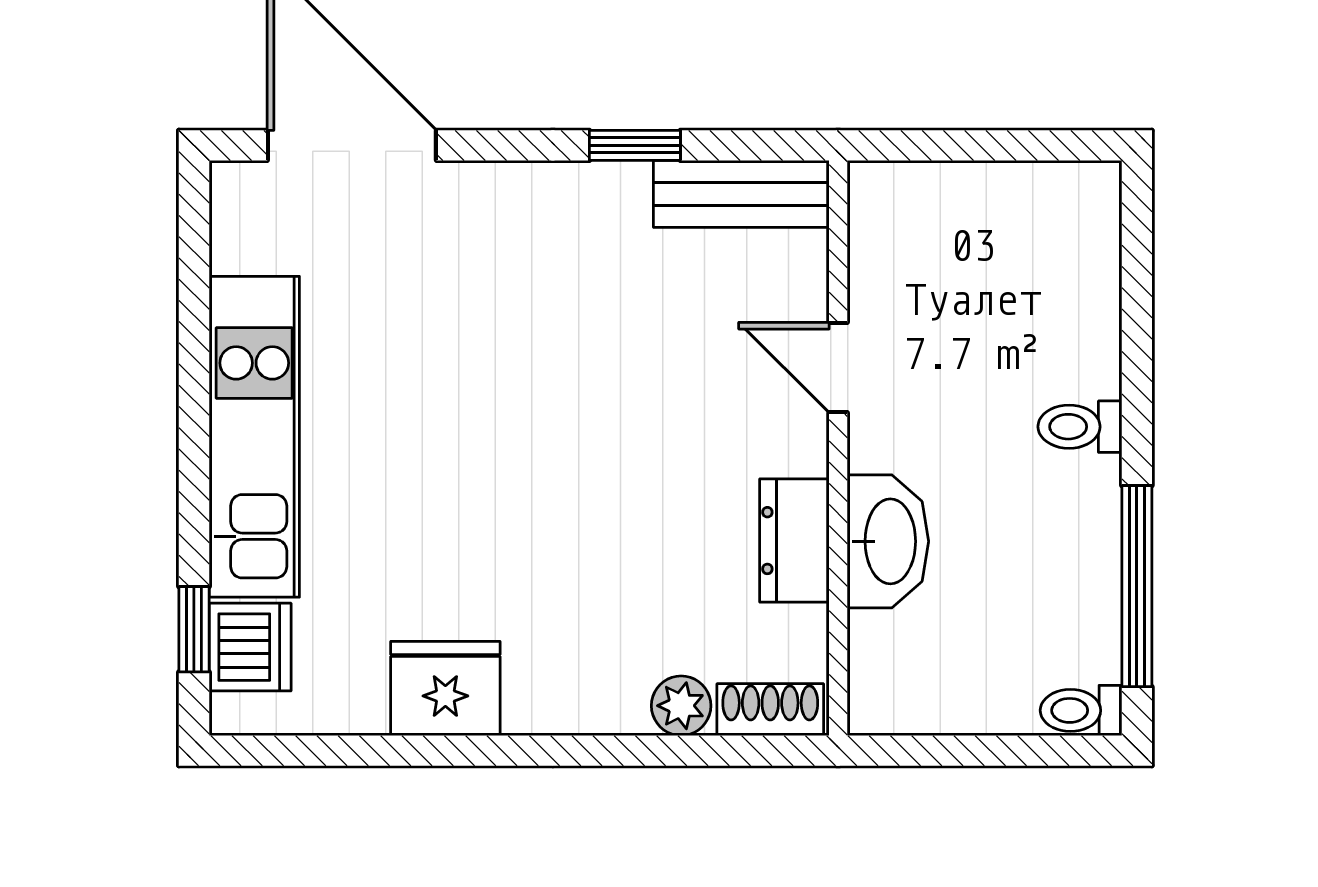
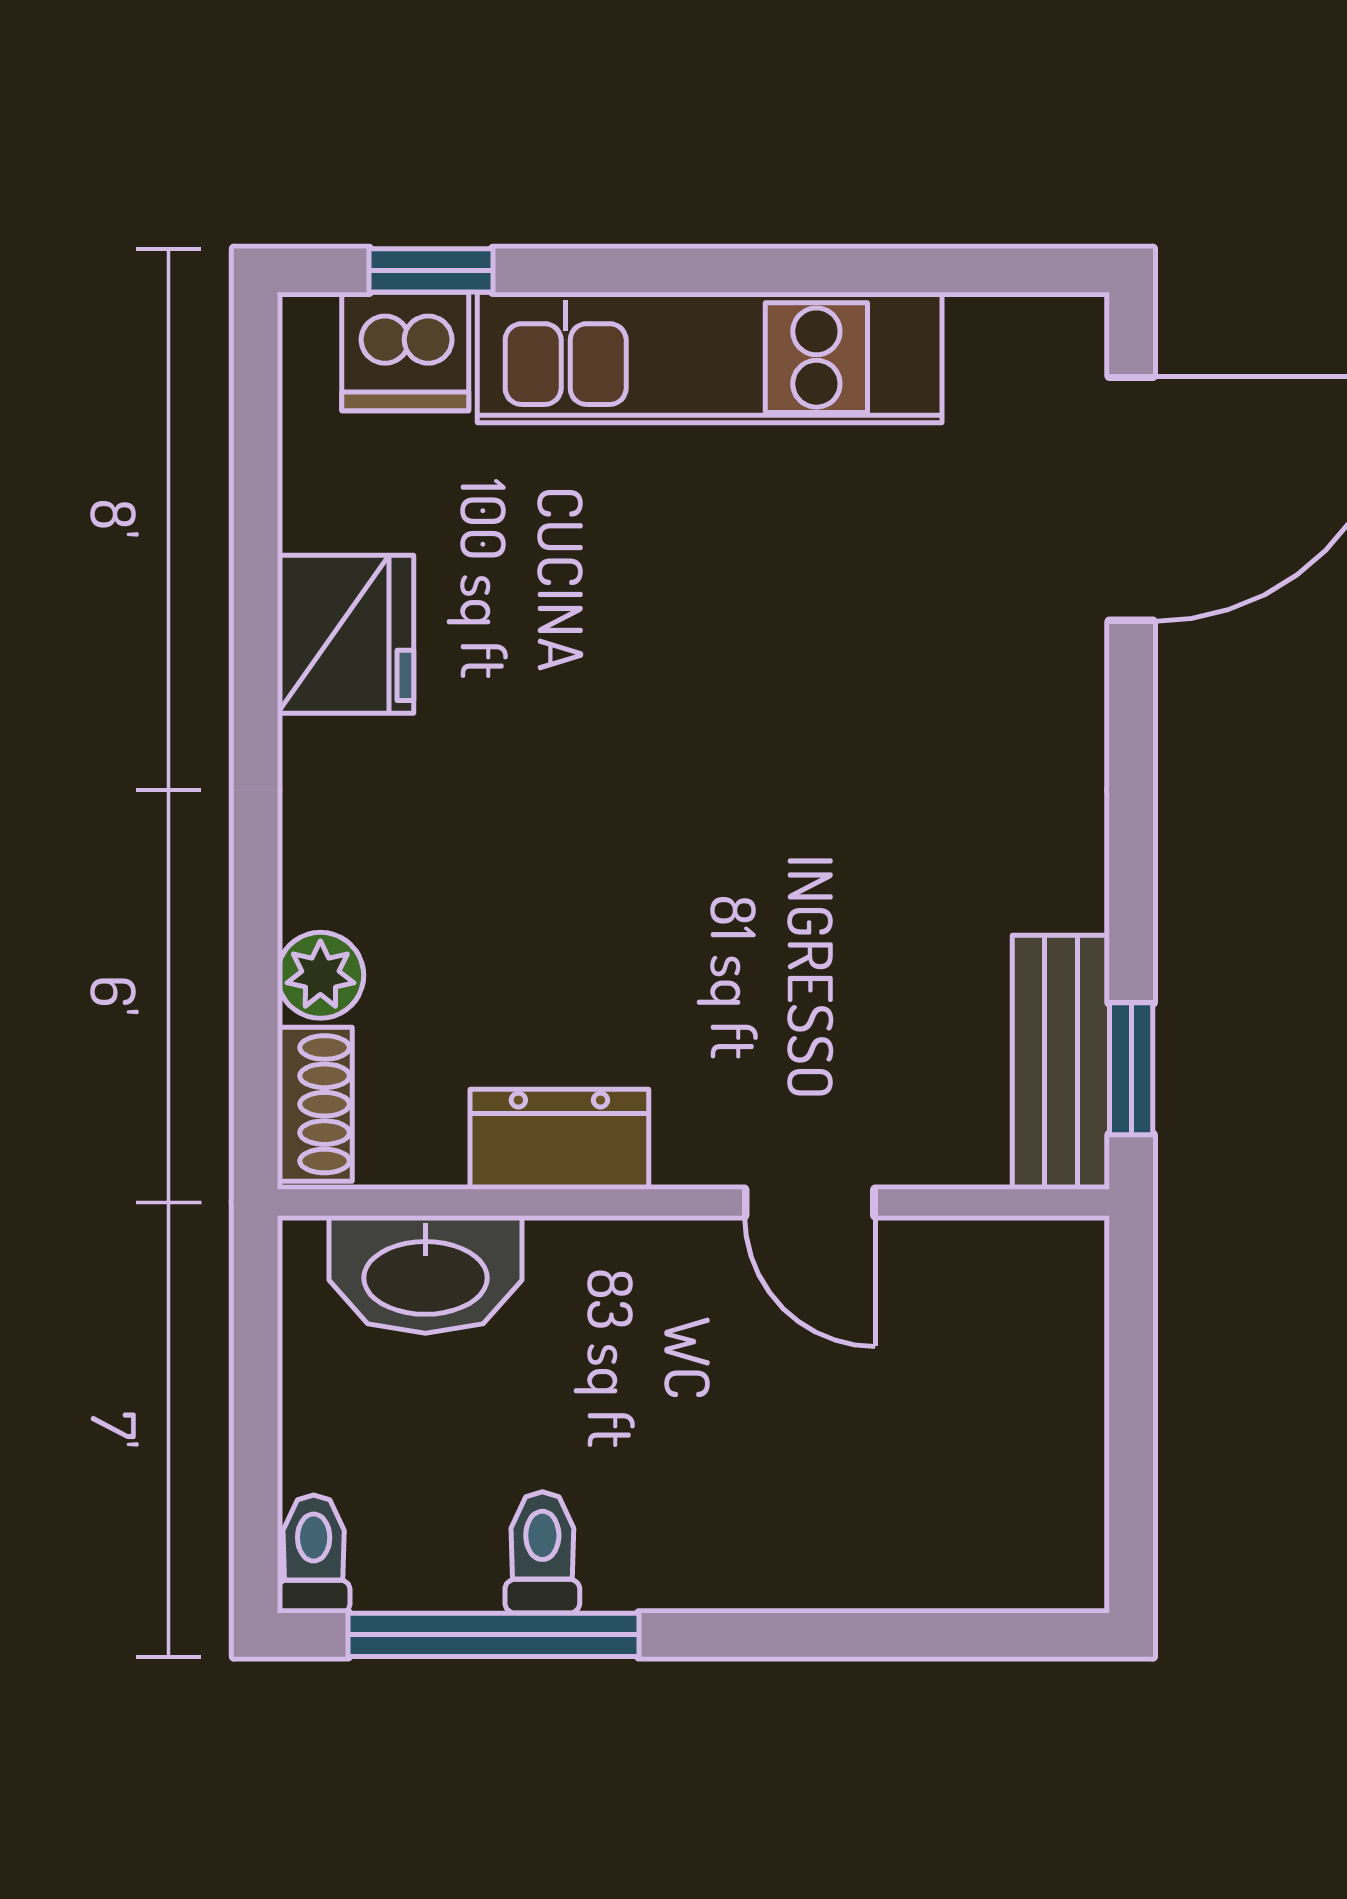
window: (635, 145) -> (1131, 1069), moved
door: (838, 368) -> (810, 1203), swing flipped
toilet: (1080, 427) -> (542, 1552), moved
washbasin: (888, 541) -> (425, 1274), moved

